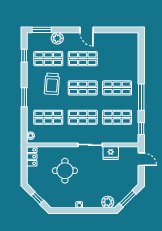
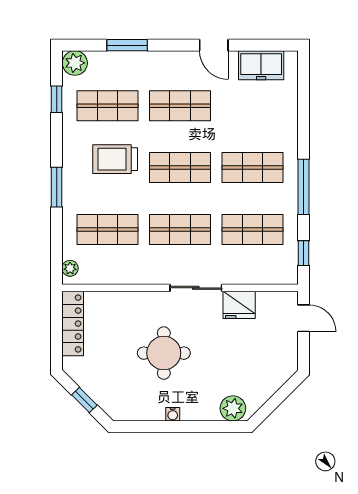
window: (42, 30) -> (127, 45), moved
door: (87, 30) -> (214, 45), moved
plant: (57, 38) -> (75, 63), moved
freezer: (121, 39) -> (261, 65), added
trolley: (52, 84) -> (115, 159), turned 86
locker: (32, 157) -> (73, 324), width x1.53
round table: (65, 171) -> (164, 353), moved
window: (128, 199) -> (275, 401), removed

